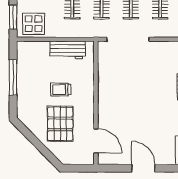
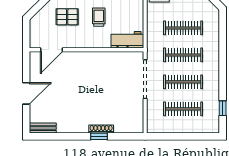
workbench: (68, 50) -> (127, 40), moved, turned 90
pallet: (60, 124) -> (67, 17), width x0.67, depth x0.71

